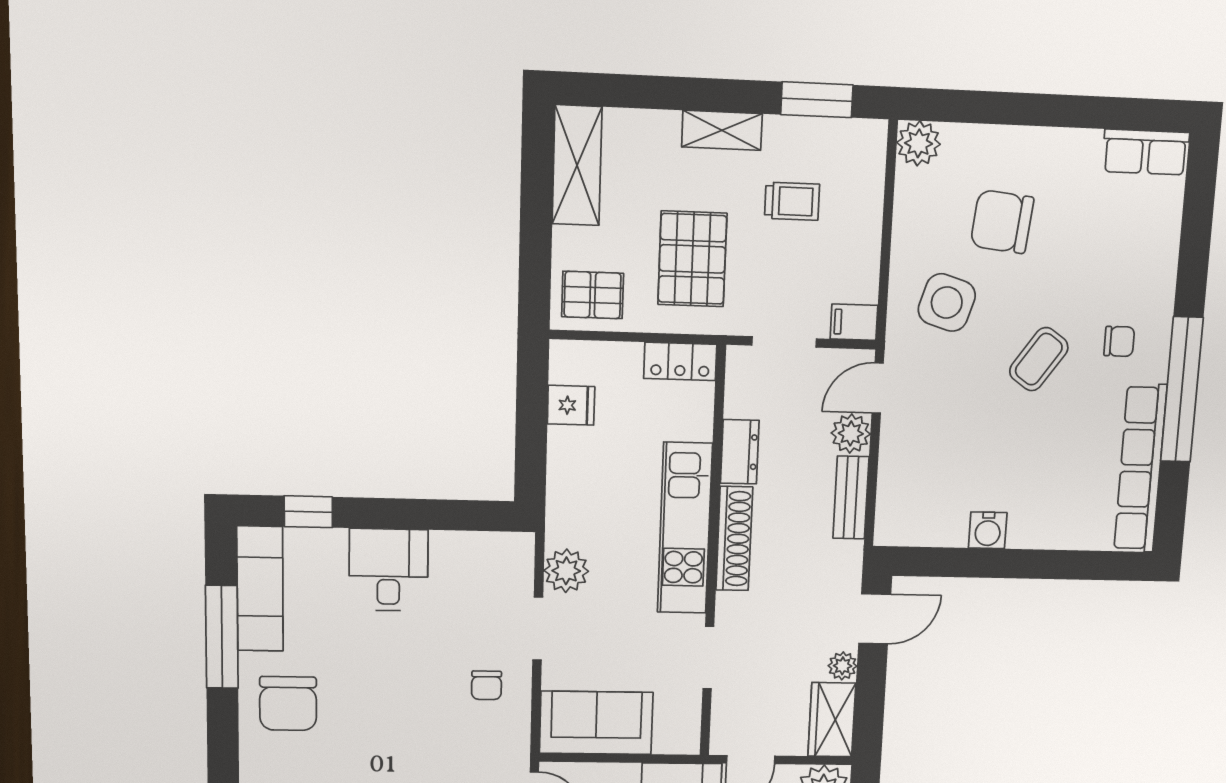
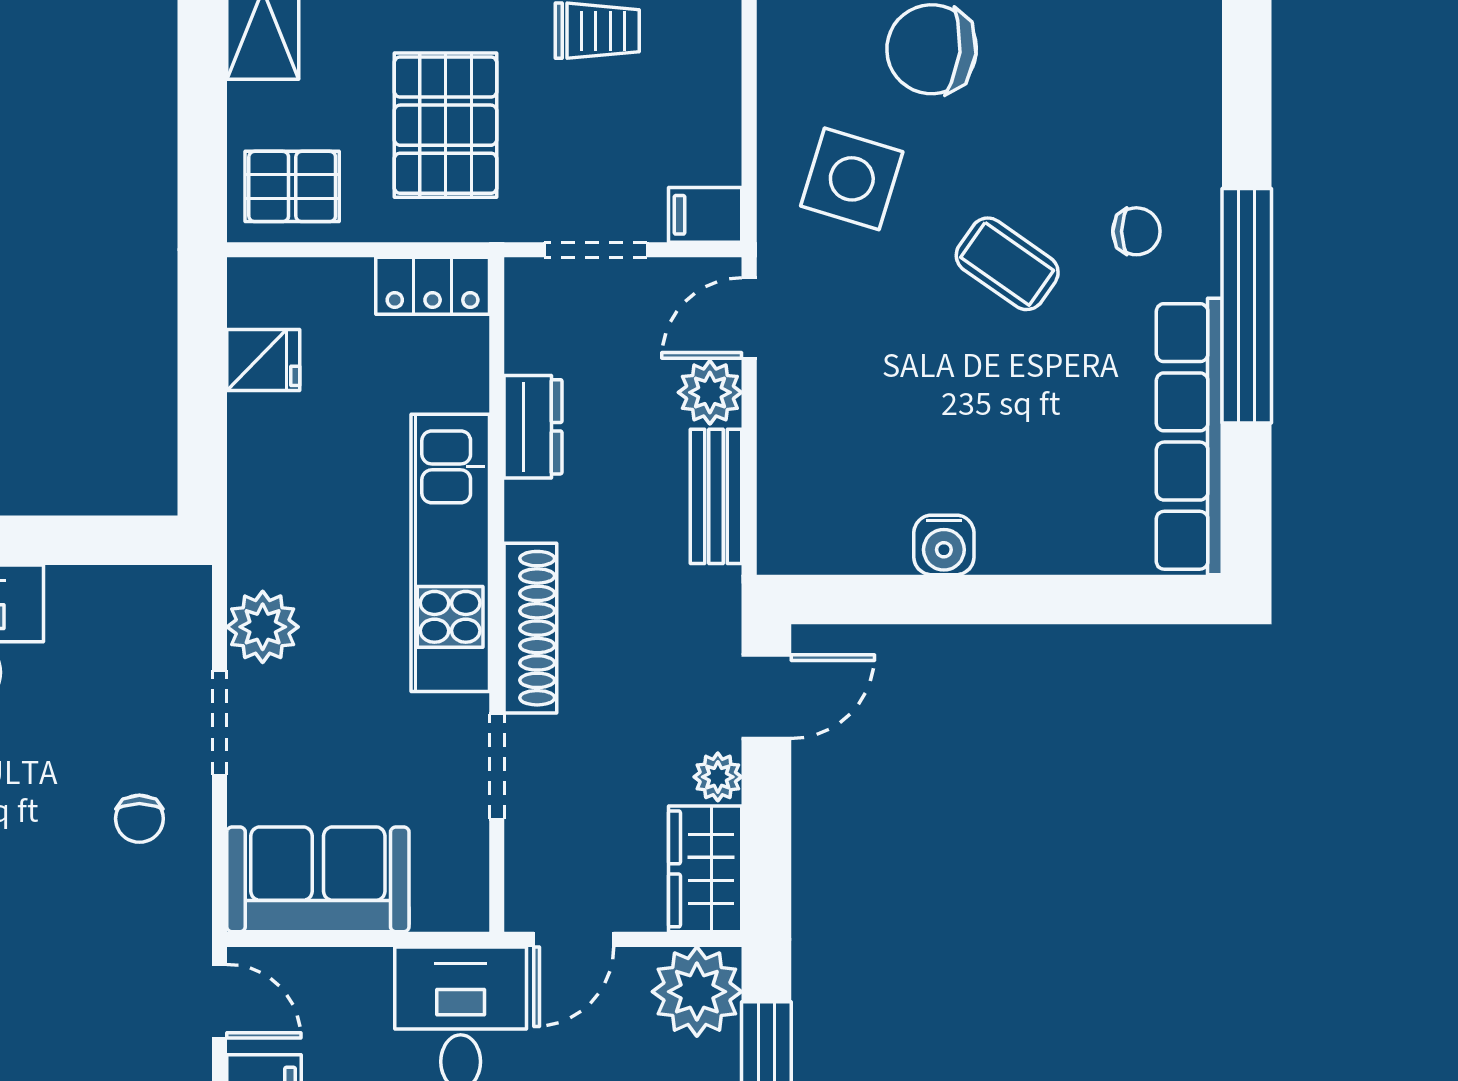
coffee table: (1039, 359) -> (1007, 264), turned 90
shoe rack: (734, 539) -> (530, 628), moved

